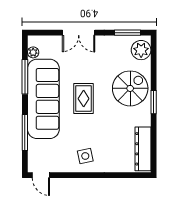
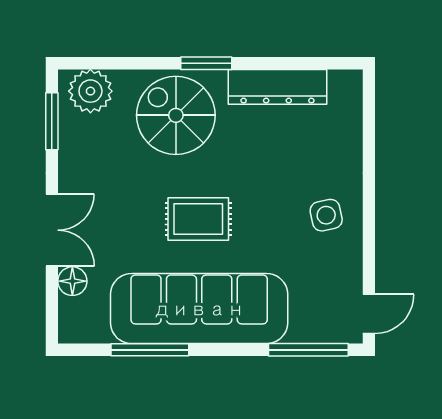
floor lamp: (56, 42) -> (72, 281), added
plant: (33, 52) -> (96, 331), removed
window: (25, 132) -> (308, 350), moved
dresser: (143, 149) -> (277, 87), moved

